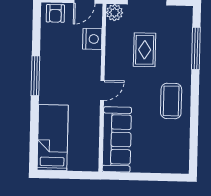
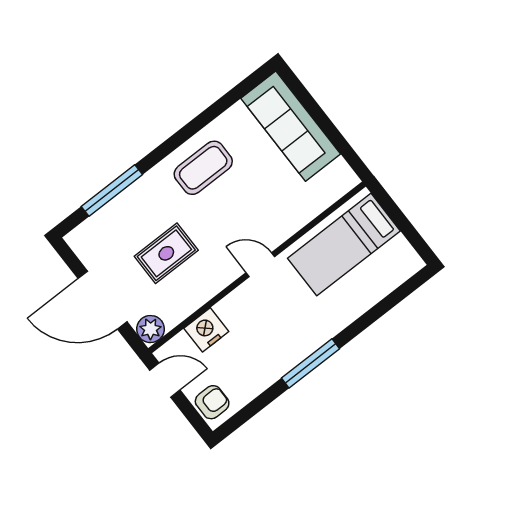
bed: (53, 138) -> (344, 245), moved
sofa: (117, 139) -> (291, 126), moved, turned -90

